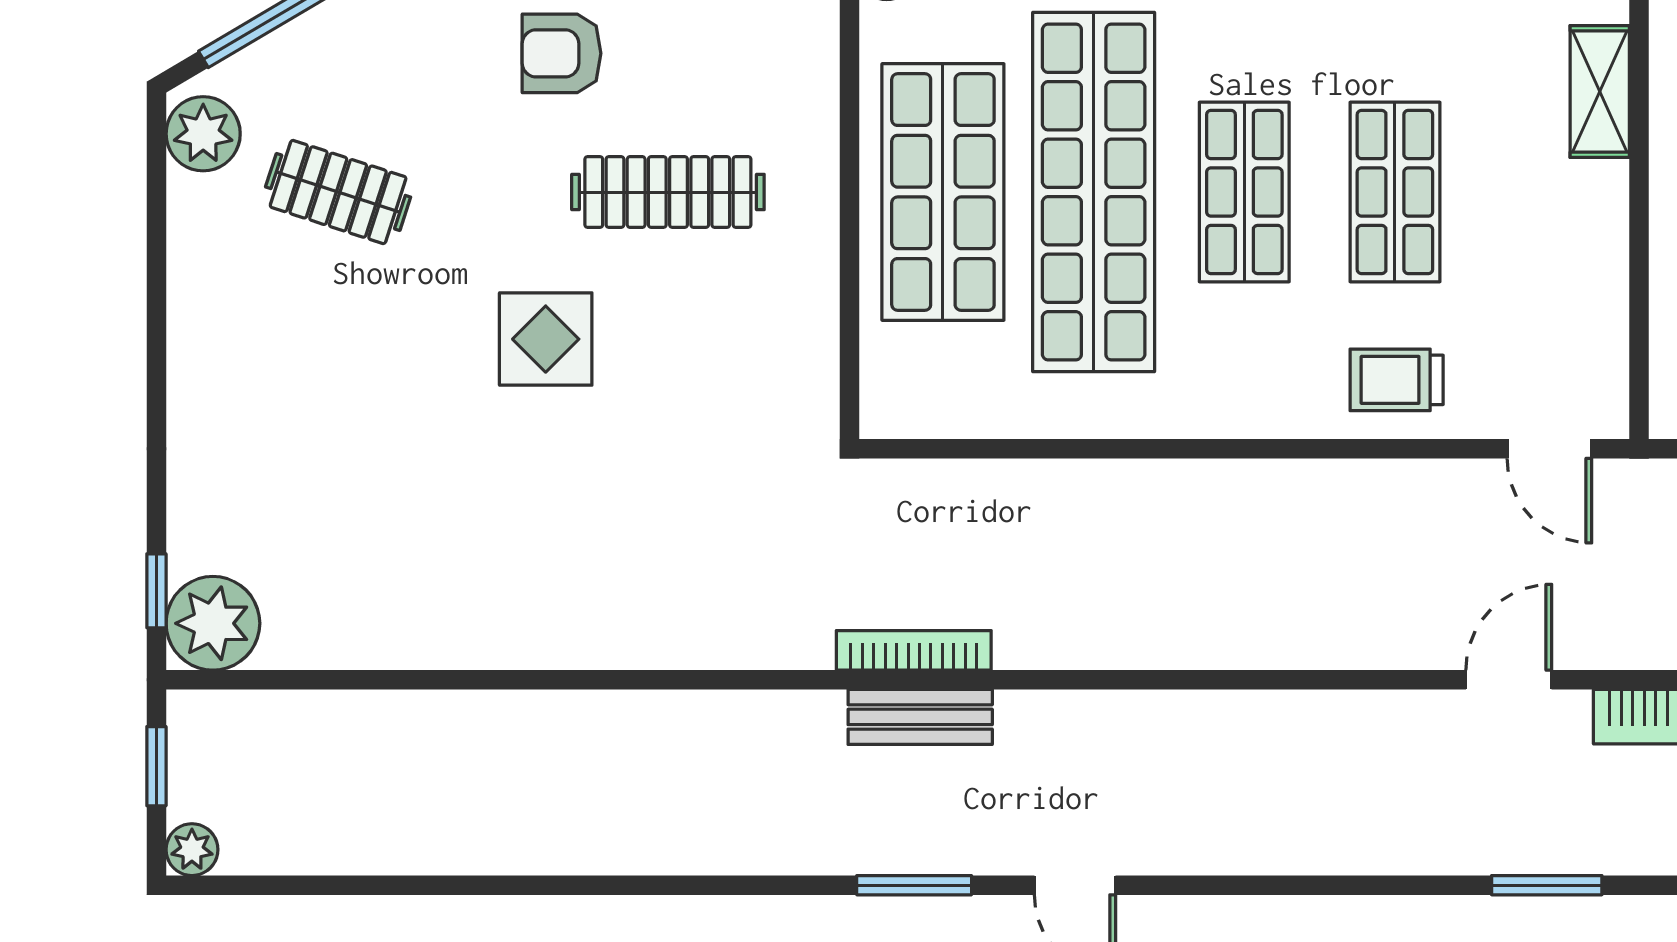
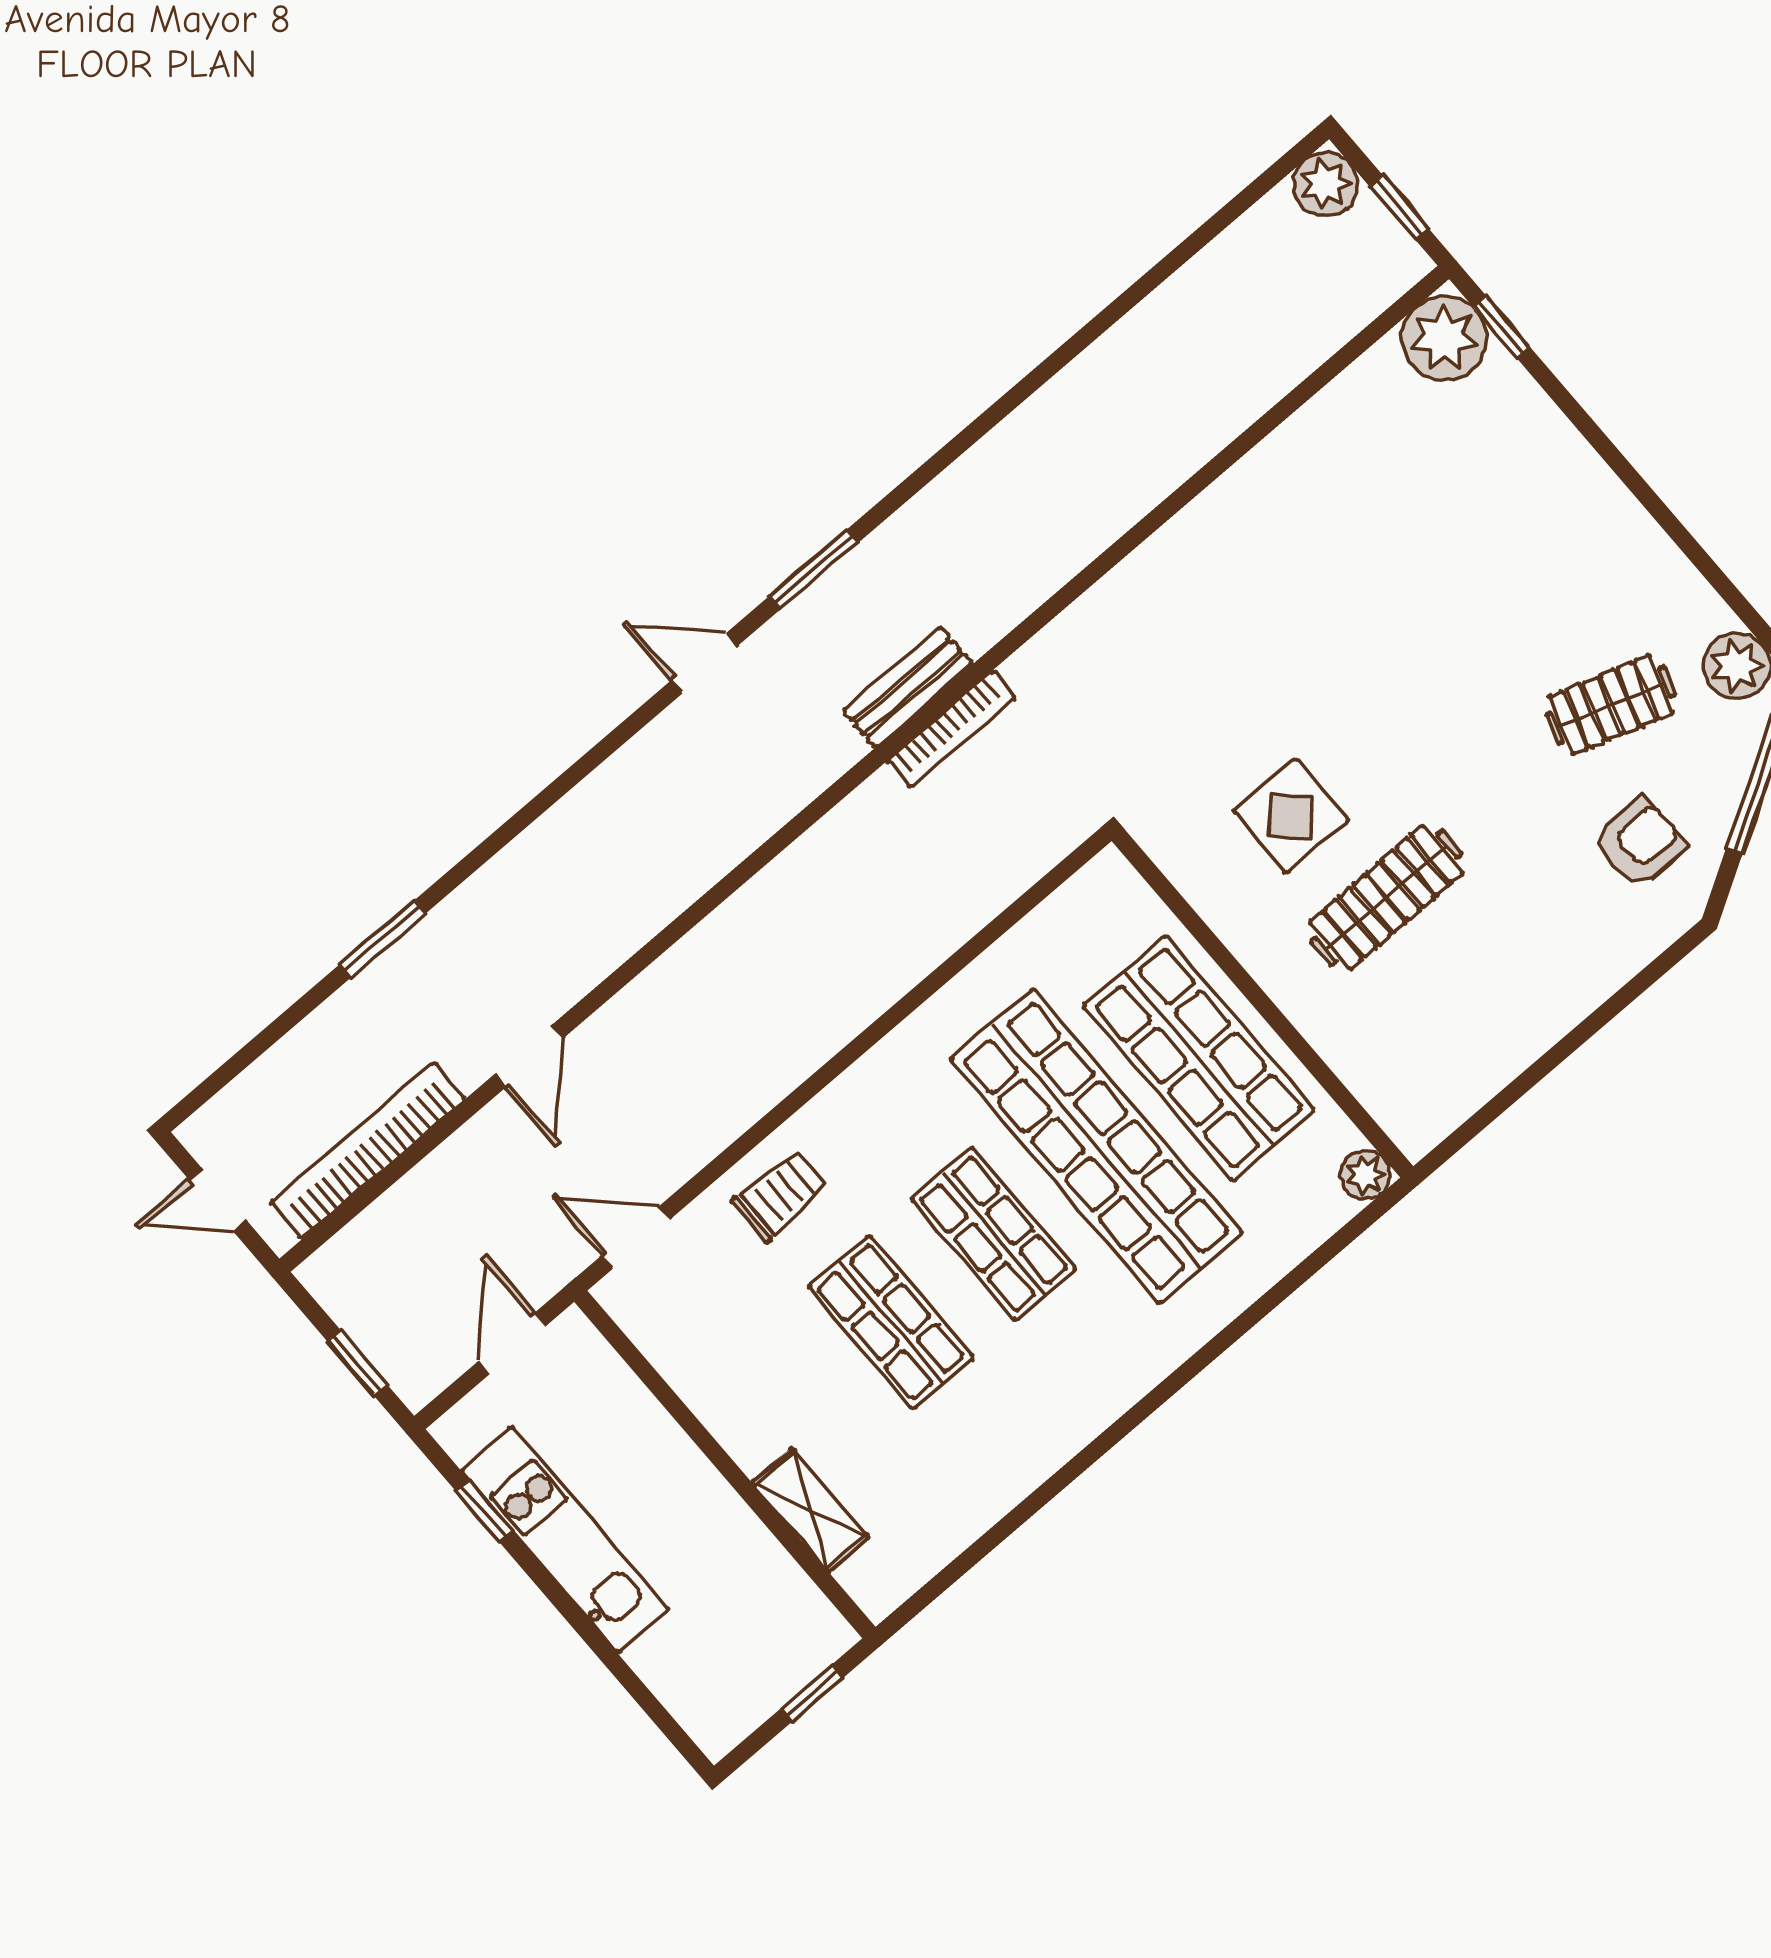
armchair: (562, 53) -> (1640, 842), moved
display table: (546, 339) -> (1291, 816), moved
plant: (192, 850) -> (1326, 184), width x1.38, depth x1.38

